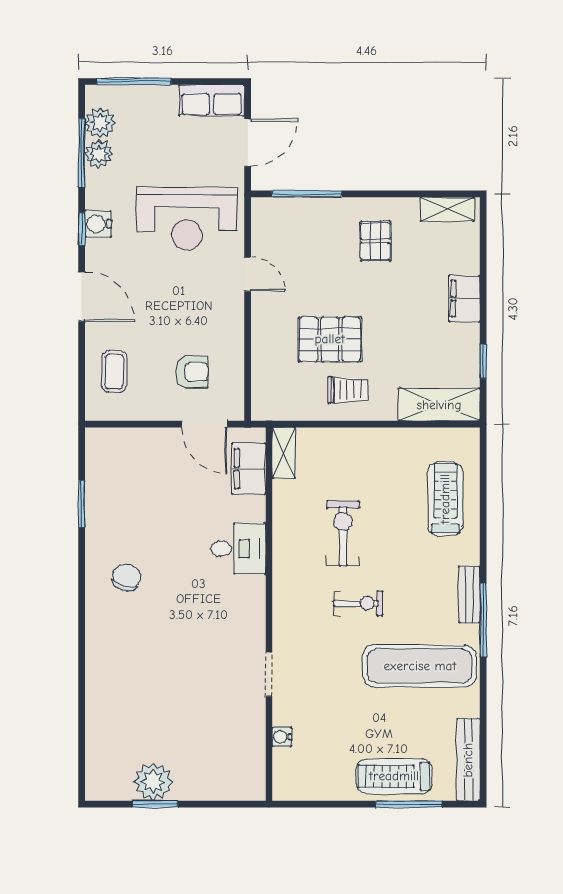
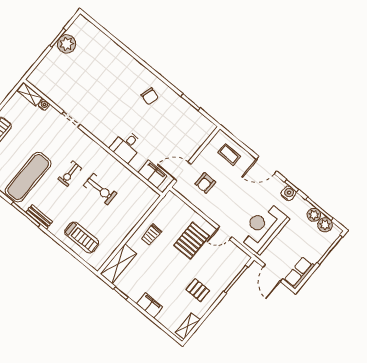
pallet: (330, 339) -> (191, 241), moved
shelving: (284, 453) -> (30, 94), moved

